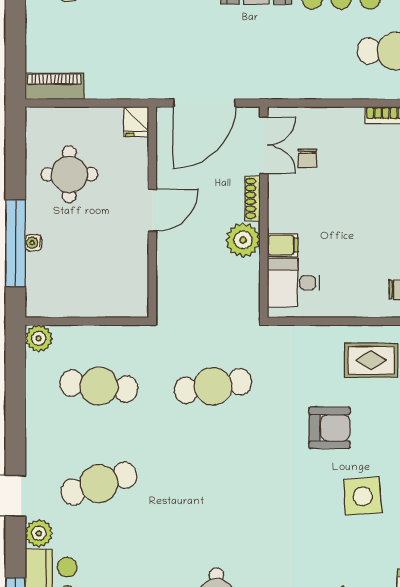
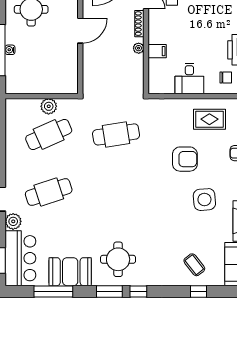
plant: (243, 240) -> (139, 48), width x0.53, depth x0.53
desk: (294, 283) -> (189, 79), moved, turned -90
plant: (39, 338) -> (49, 106), moved
cafe table: (99, 386) -> (49, 134), turned -30

